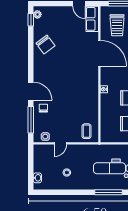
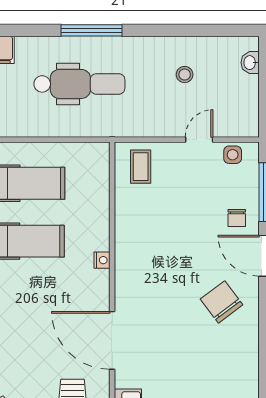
chair: (46, 44) -> (222, 302), moved

